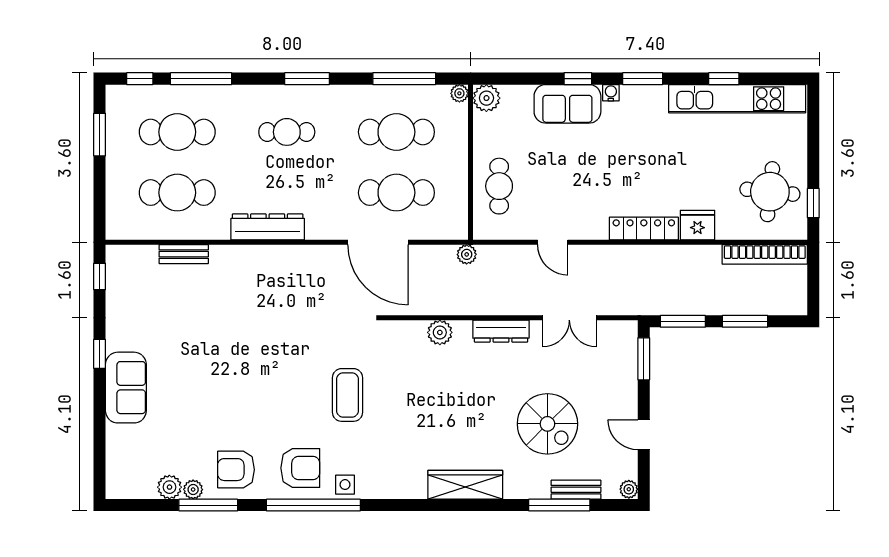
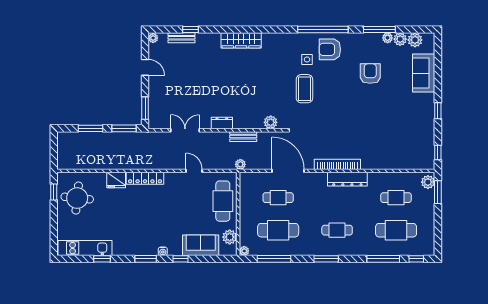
plant: (486, 98) -> (230, 237), moved
kitchen unit: (737, 99) -> (85, 248), width x0.73
sofa: (567, 104) -> (201, 245), moved
window: (100, 135) -> (438, 192), moved
cafe table: (499, 186) -> (223, 201), width x1.37, depth x1.35
cafe table: (177, 193) -> (396, 198), width x0.73, depth x0.74
cafe table: (396, 193) -> (278, 198), width x0.73, depth x0.74
plant: (118, 221) -> (428, 182), added
bench: (184, 254) -> (243, 137), moved
bookcase: (765, 254) -> (337, 164), moved
dresser: (501, 331) -> (222, 123), width x0.70
plant: (440, 332) -> (271, 122), moved
sofa: (126, 388) -> (424, 73), moved
spiral stairs: (547, 424) -> (197, 73), removed
armchair: (236, 470) -> (370, 74), moved, turned -90
side table: (345, 485) -> (307, 59), moved
plant: (142, 486) -> (415, 40), added
window: (559, 505) -> (191, 29), width x0.46

